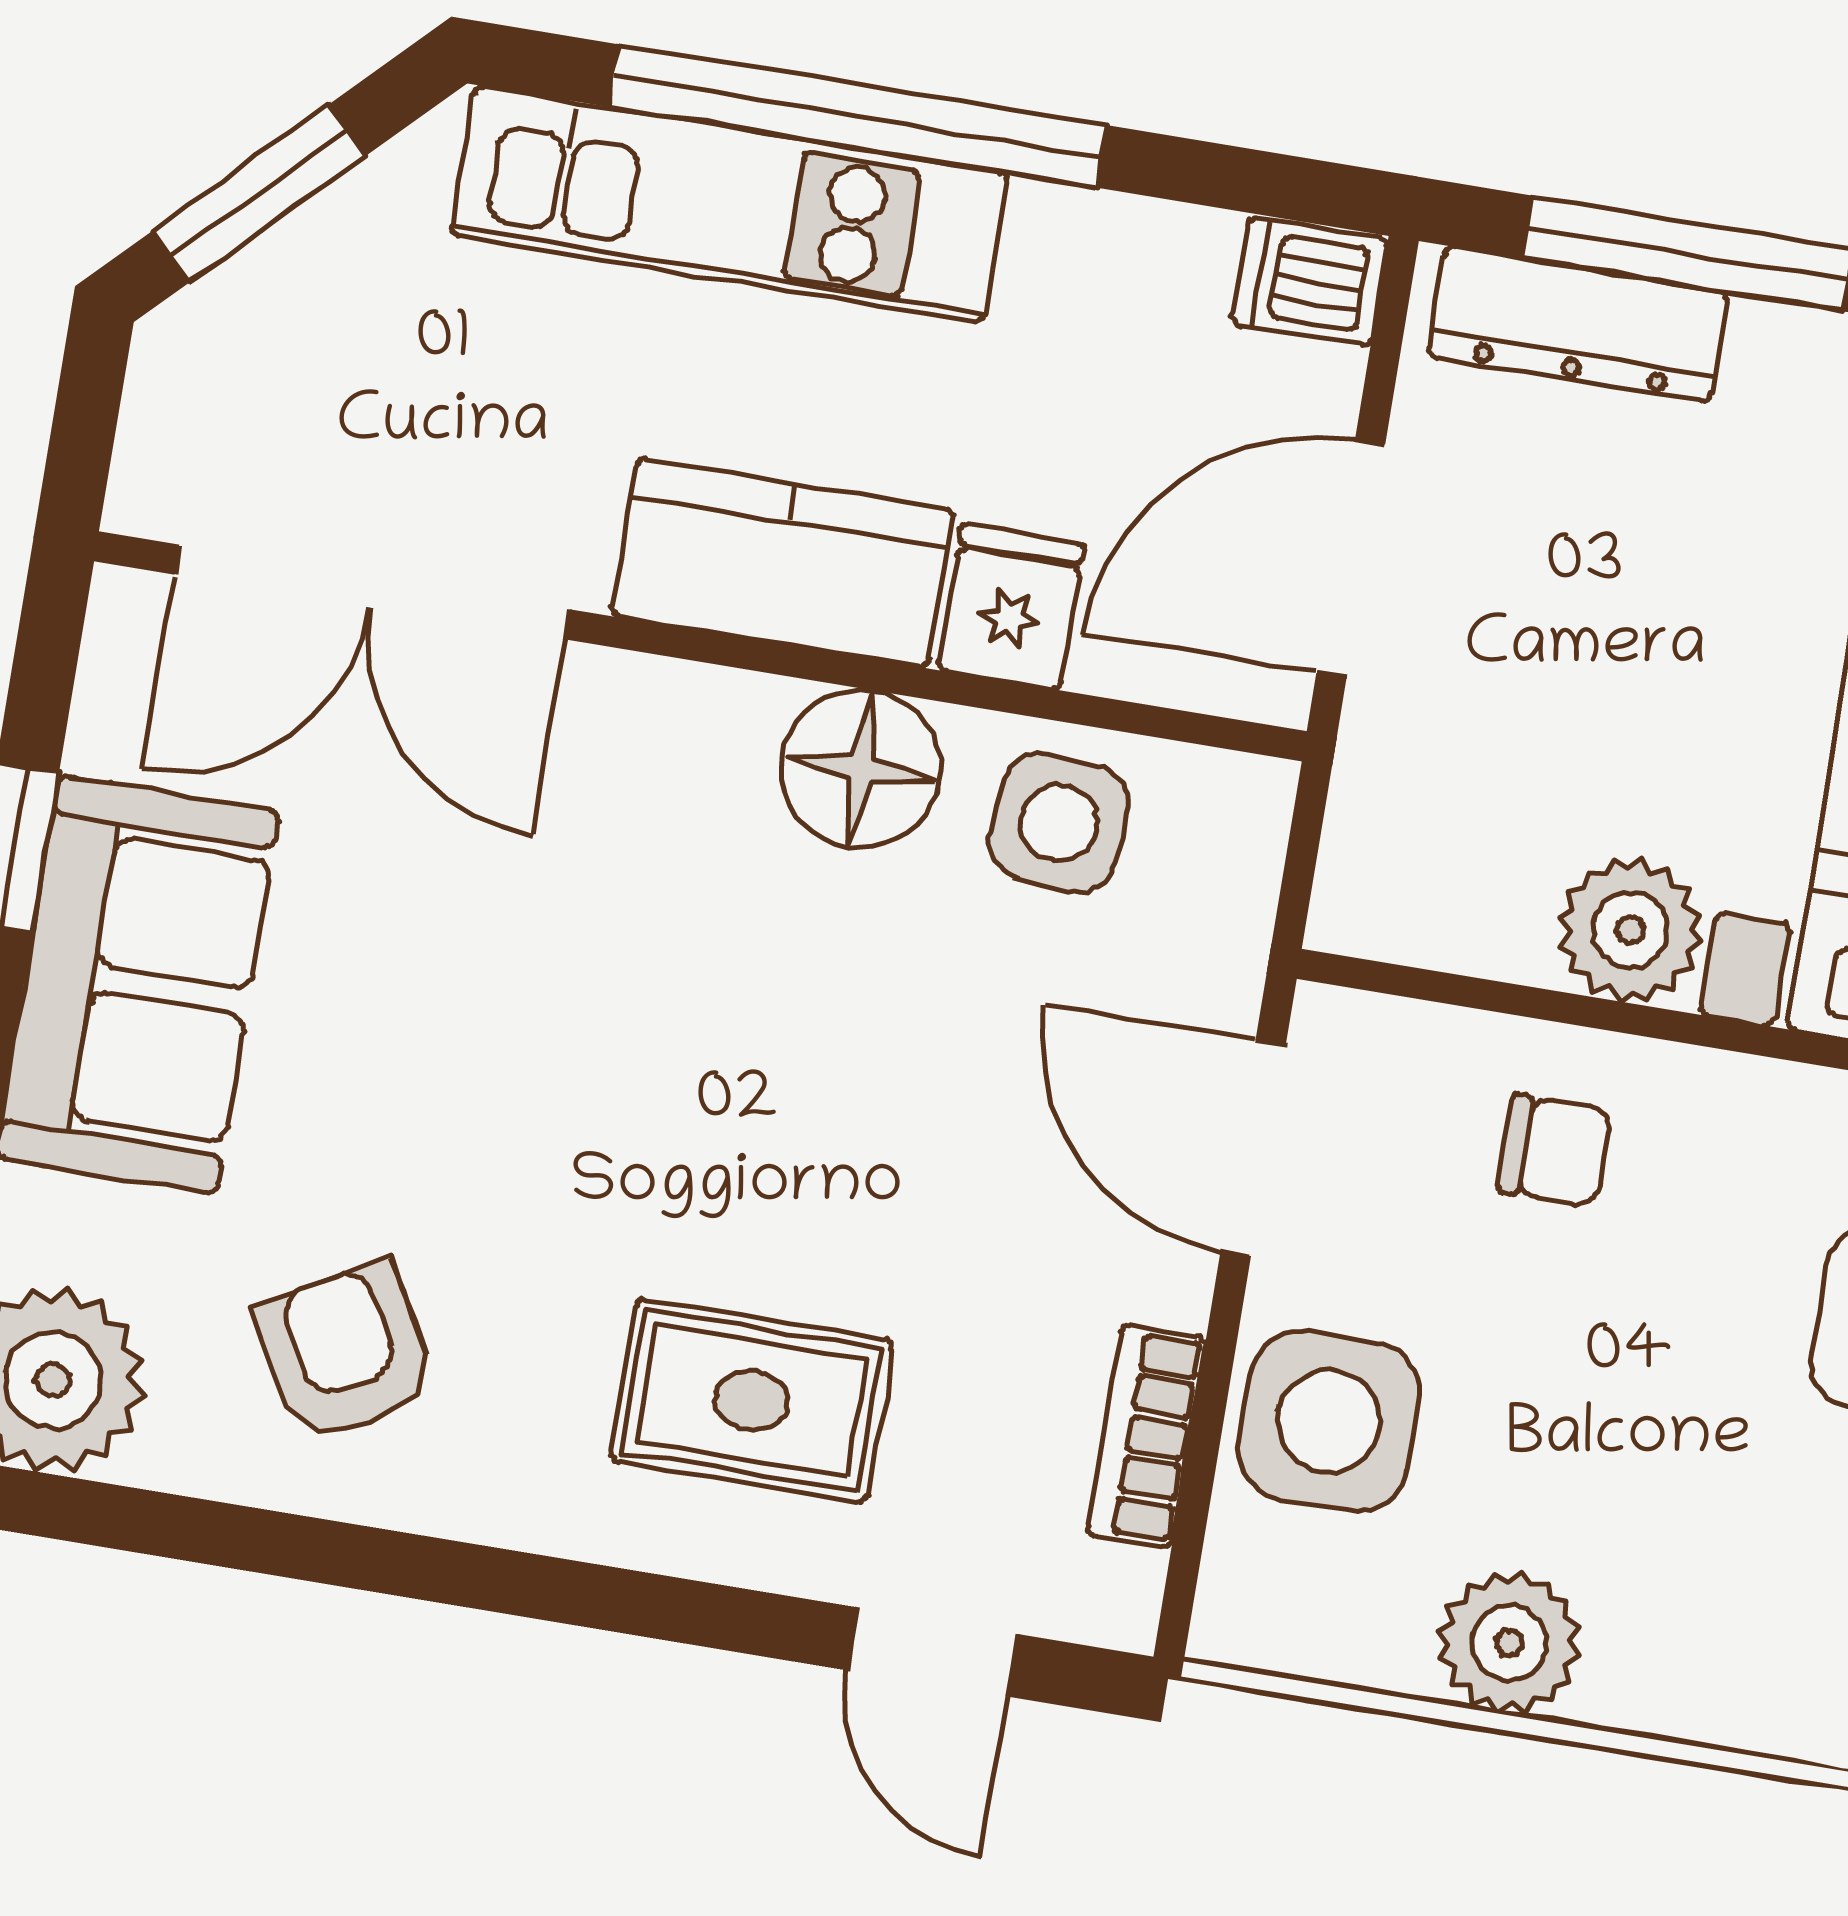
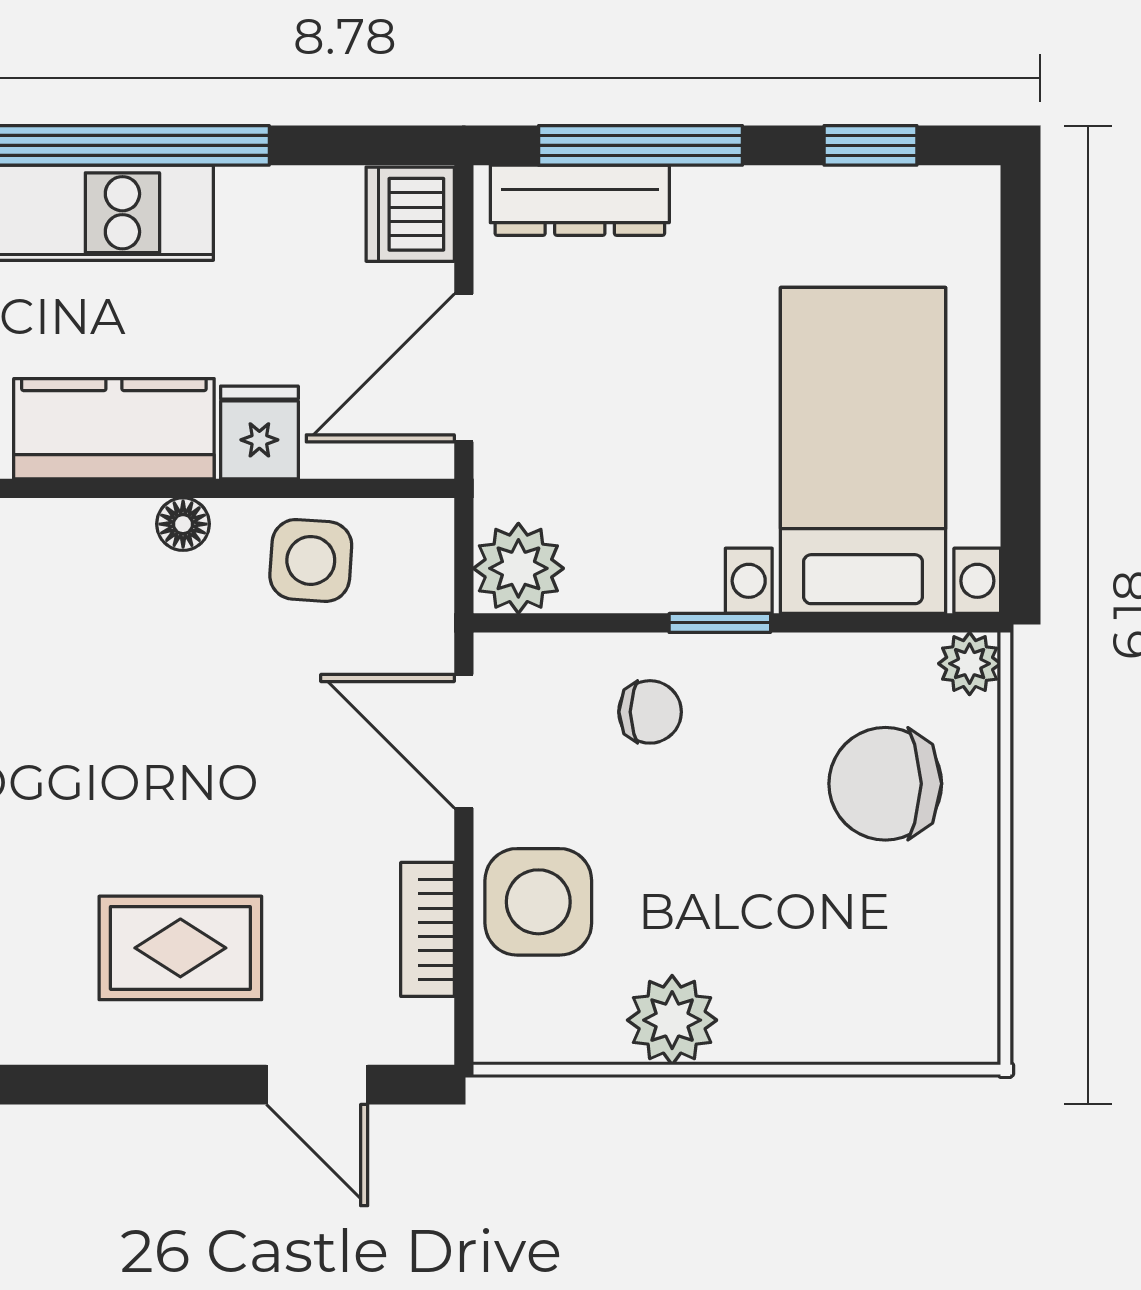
dishwasher: (1310, 282) -> (410, 214), width x1.38
floor lamp: (860, 769) -> (183, 524), width x0.53, depth x0.53
plant: (1630, 930) -> (518, 568), moved
window: (1688, 1028) -> (720, 623), added

